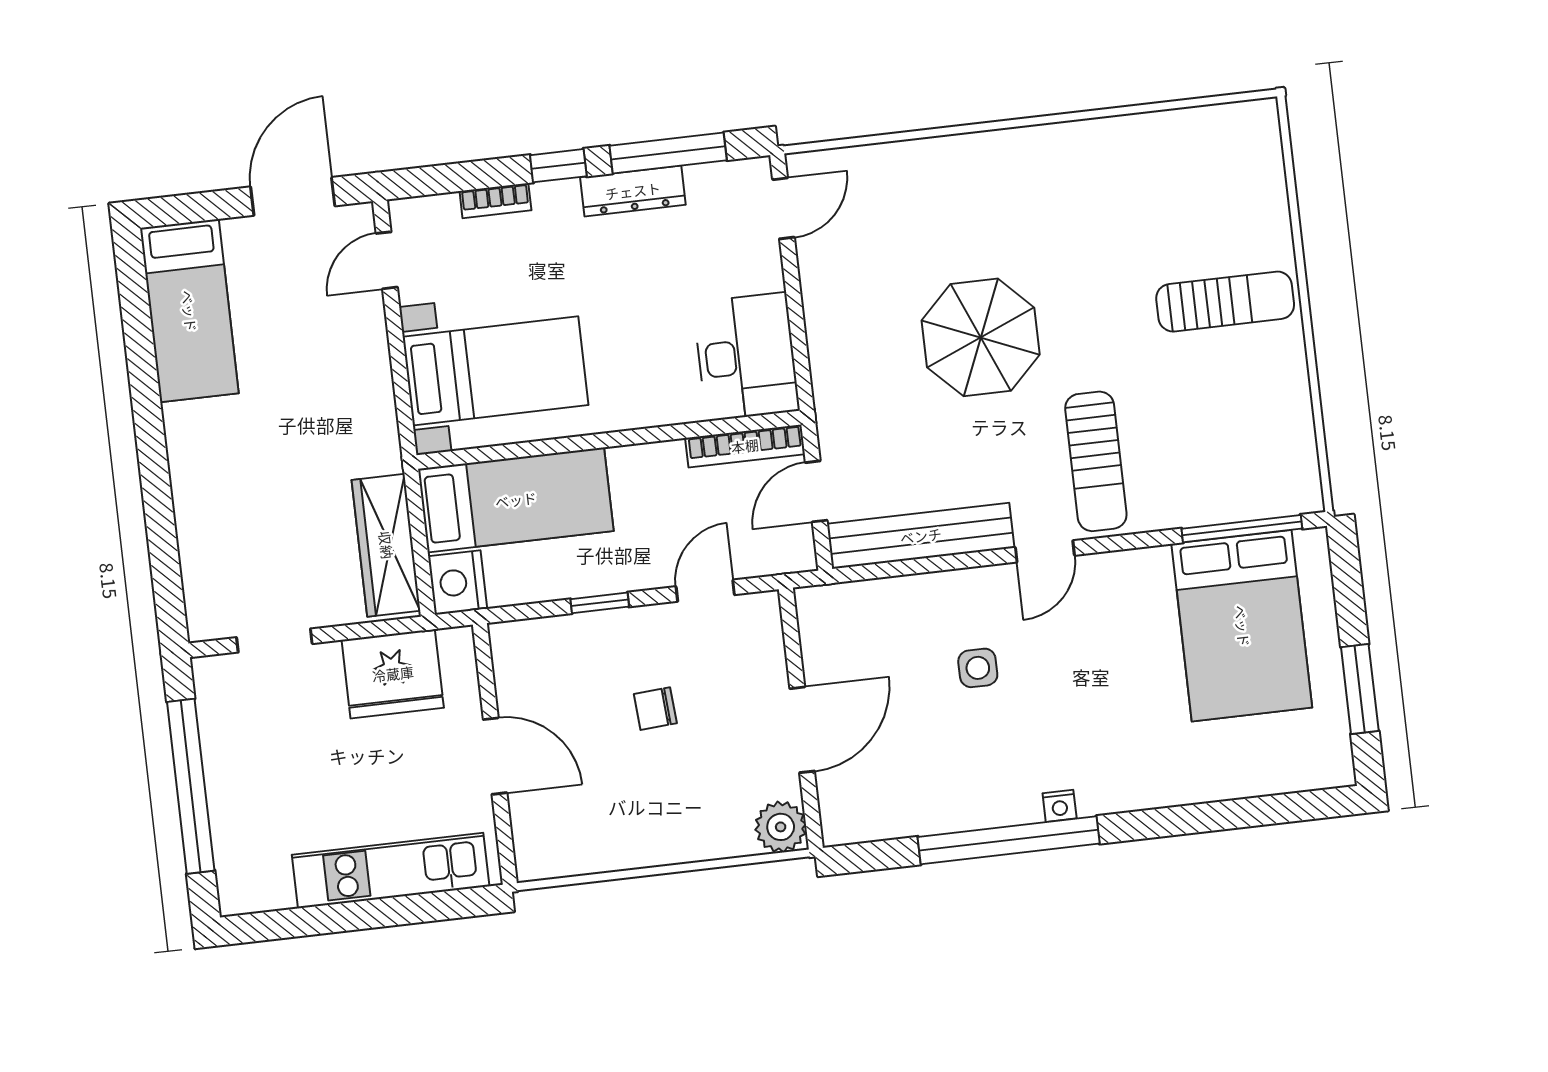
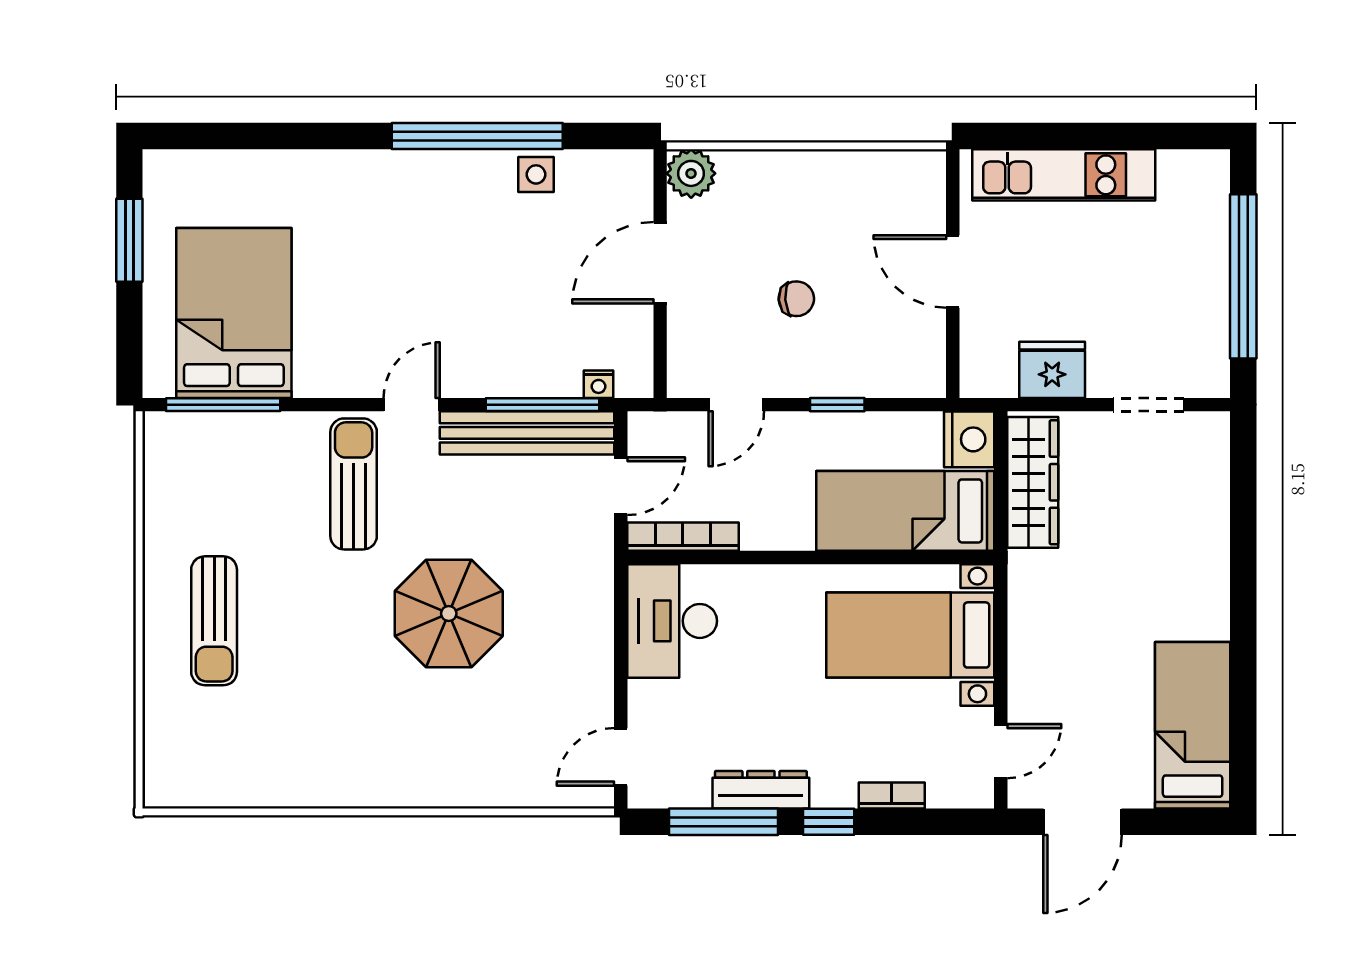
sun lounger: (1225, 302) -> (214, 621), turned -90
window: (908, 567) -> (542, 405), added
side table: (978, 668) -> (536, 174), moved
fridge: (393, 674) -> (1052, 370), width x0.73, depth x0.75
nightstand: (1060, 806) -> (599, 384), moved, turned 180

